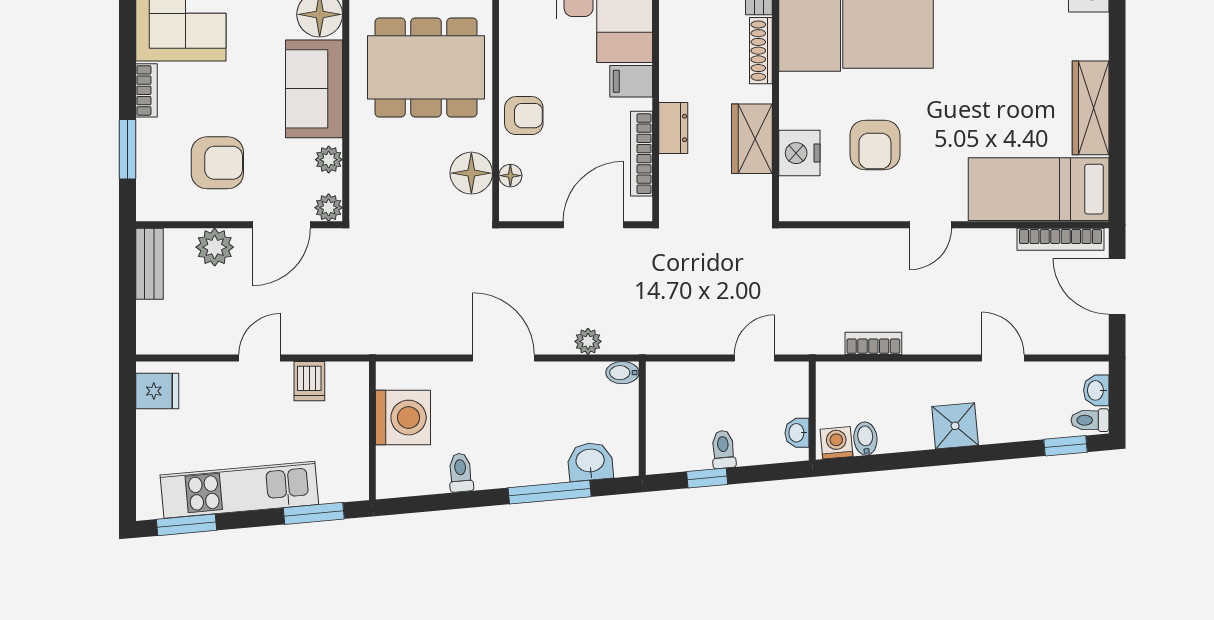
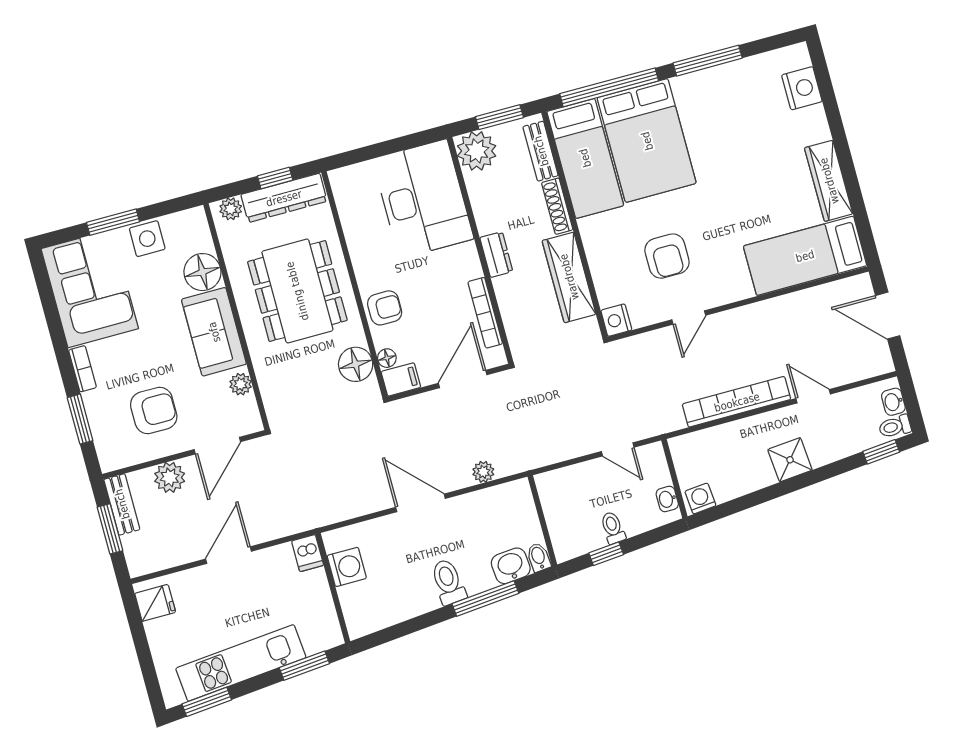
dining table: (426, 67) -> (297, 291), turned 90
filing cabinet: (631, 81) -> (401, 379), moved, turned 180
dresser: (673, 128) -> (496, 255), moved
wardrobe: (752, 139) -> (569, 277), width x1.50
nightstand: (799, 153) -> (616, 320), moved, width x0.74, depth x0.75
plant: (329, 208) -> (251, 422), removed
door: (931, 225) -> (689, 317), moved
bookcase: (1060, 239) -> (833, 291), removed
window: (127, 289) -> (110, 529), added
bookcase: (873, 343) -> (737, 402), width x2.31, depth x1.31
door: (259, 358) -> (229, 555), width x1.38
door: (754, 358) -> (618, 449), swing flipped
bidet: (622, 373) -> (539, 557), moved, turned 85
dishwasher: (309, 381) -> (308, 553), moved
washing machine: (403, 418) -> (347, 567), width x0.73, depth x0.73
bidet: (865, 439) -> (722, 489), removed
toilet: (461, 473) -> (448, 582), moved, width x1.37, depth x1.39

